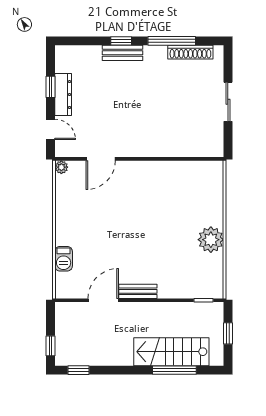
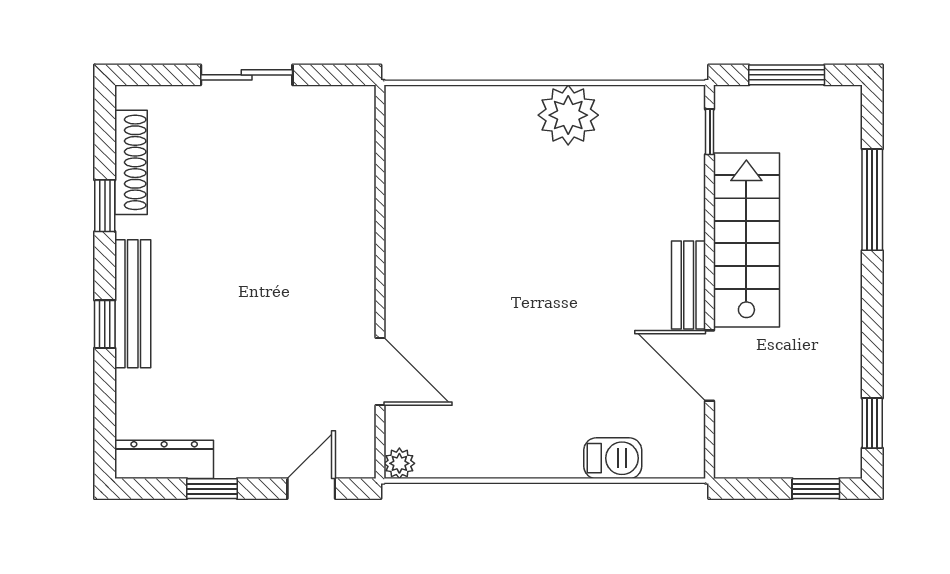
window: (172, 41) -> (105, 206), width x0.46
bench: (122, 53) -> (133, 304), width x1.36
dresser: (63, 95) -> (164, 459), moved
window: (228, 333) -> (787, 75), width x1.50
stairs: (171, 352) -> (746, 240), moved, turned 180

